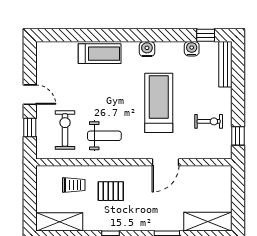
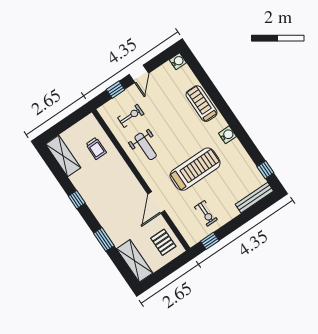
water cooler: (192, 49) -> (178, 61), moved
treadmill: (100, 54) -> (201, 104), turned 180
exercise bike: (65, 130) -> (131, 116), width x0.73, depth x0.72
door: (166, 162) -> (156, 202), hinge flipped
pallet: (111, 191) -> (163, 242), moved

